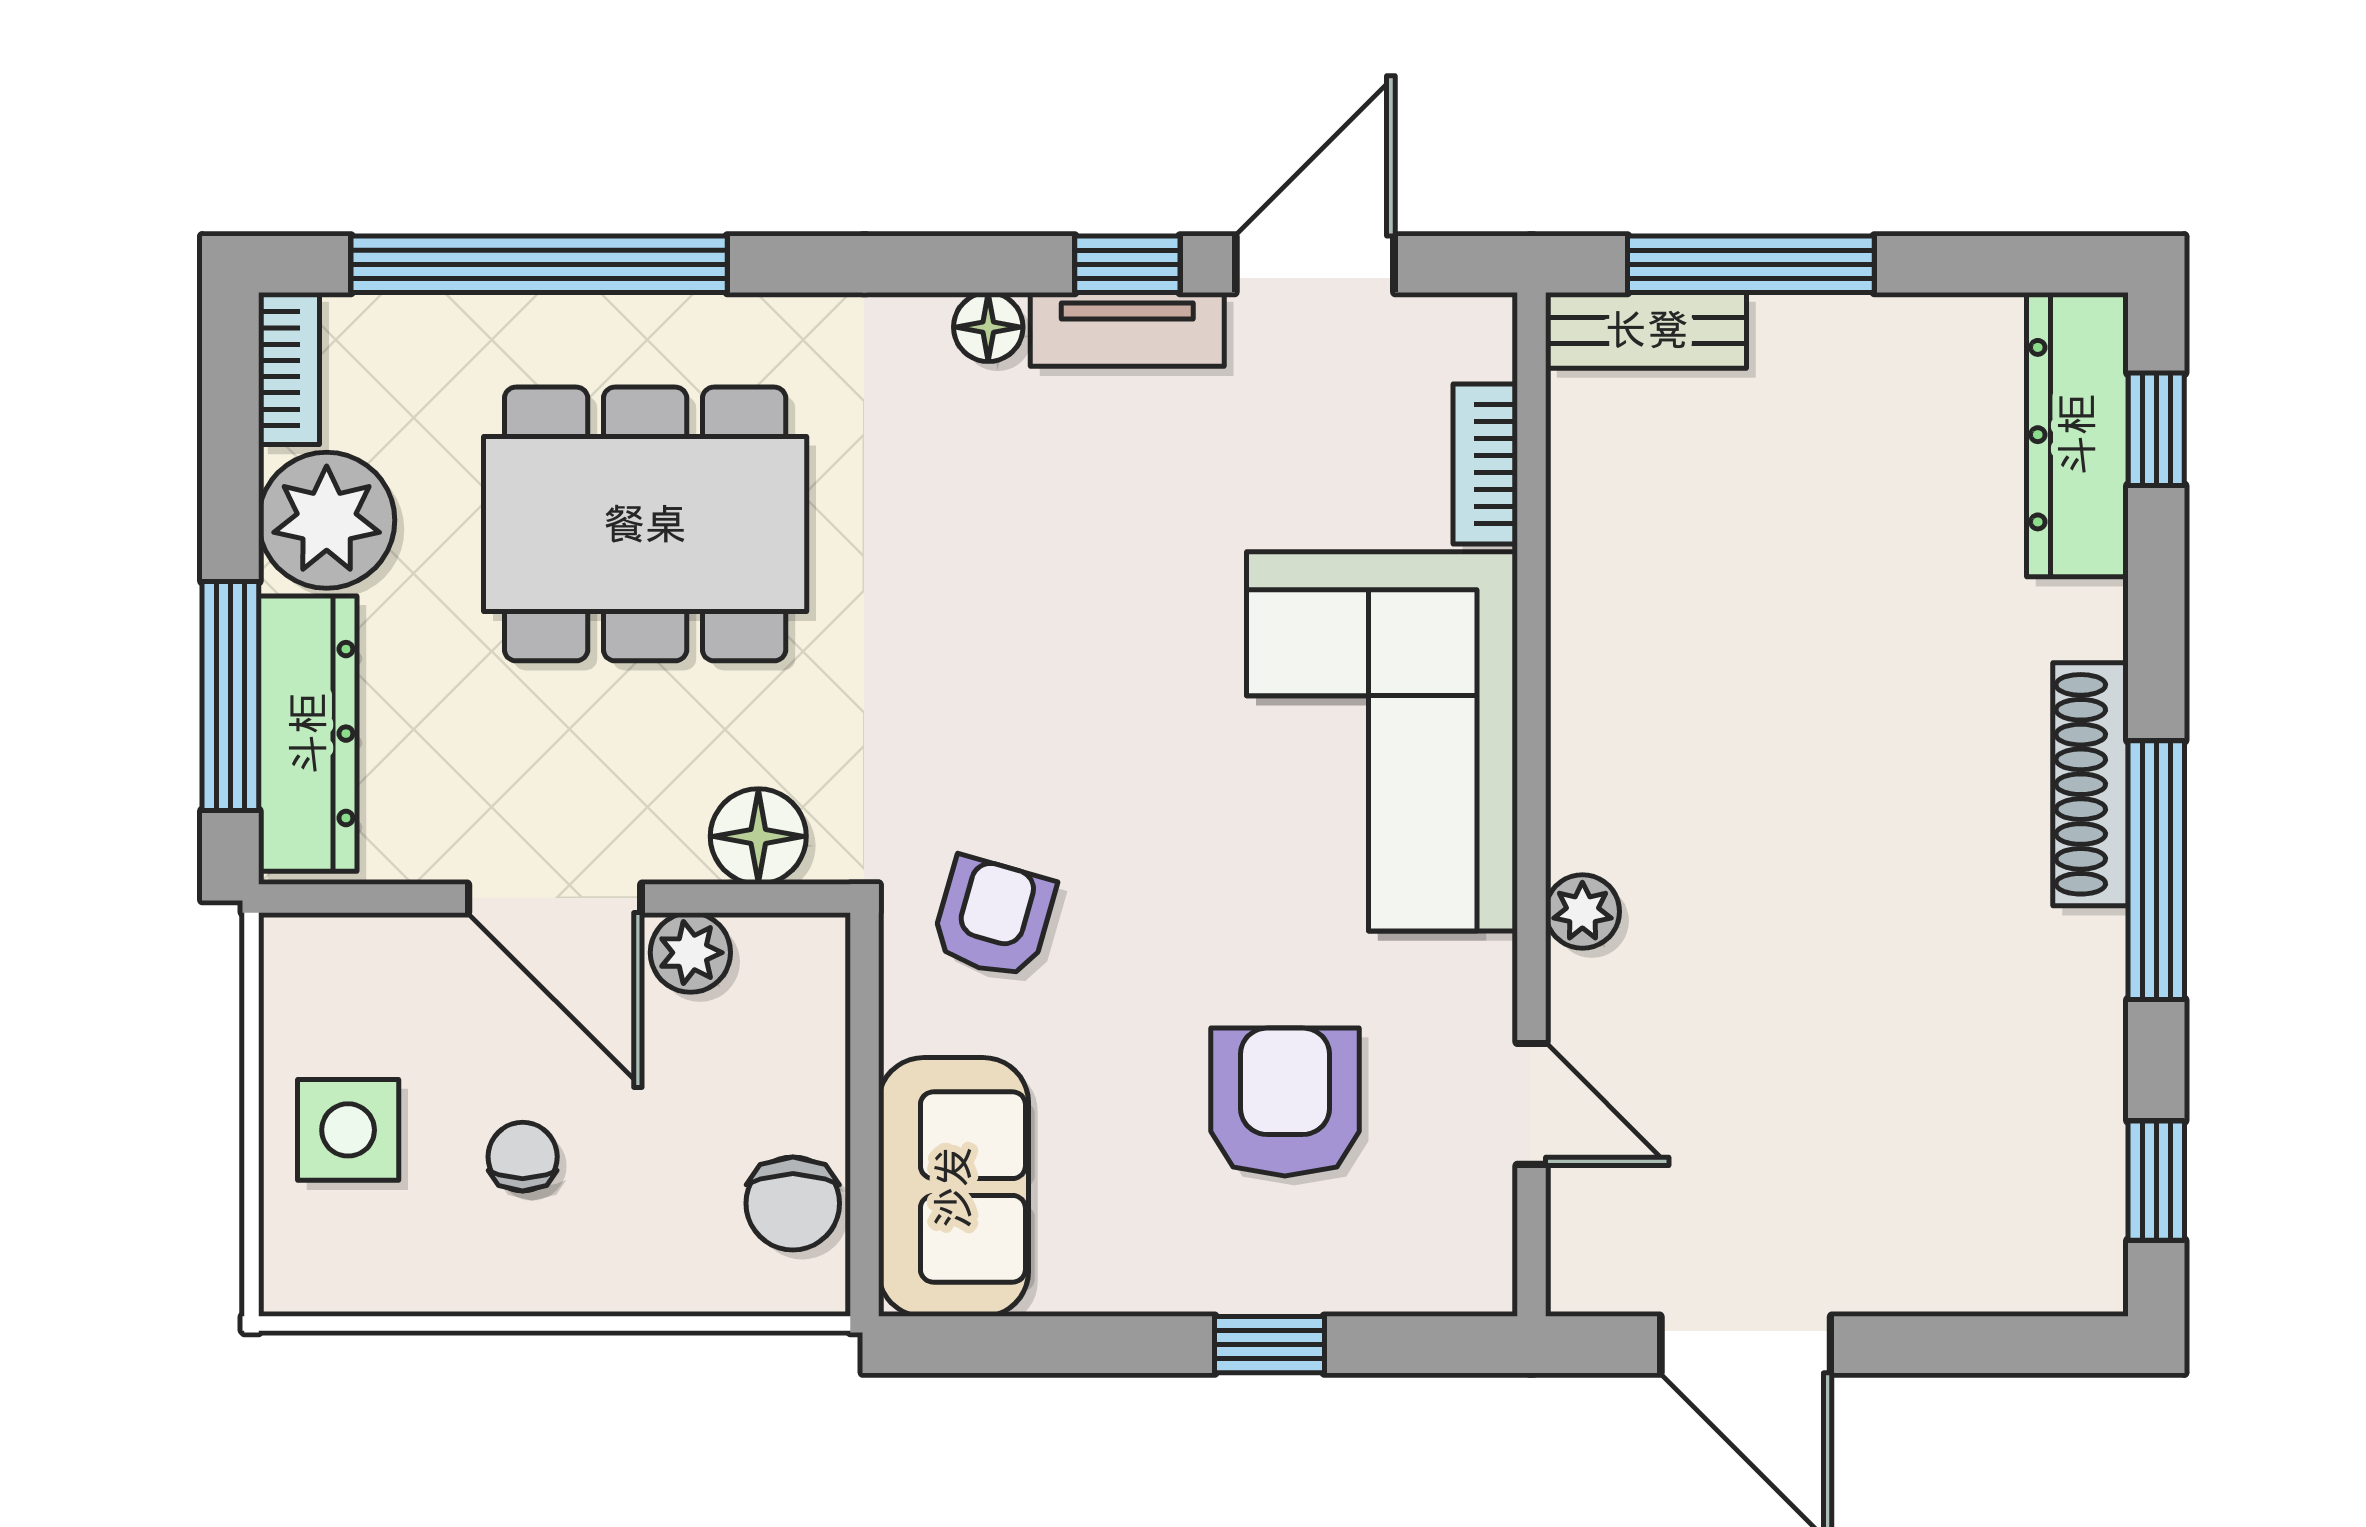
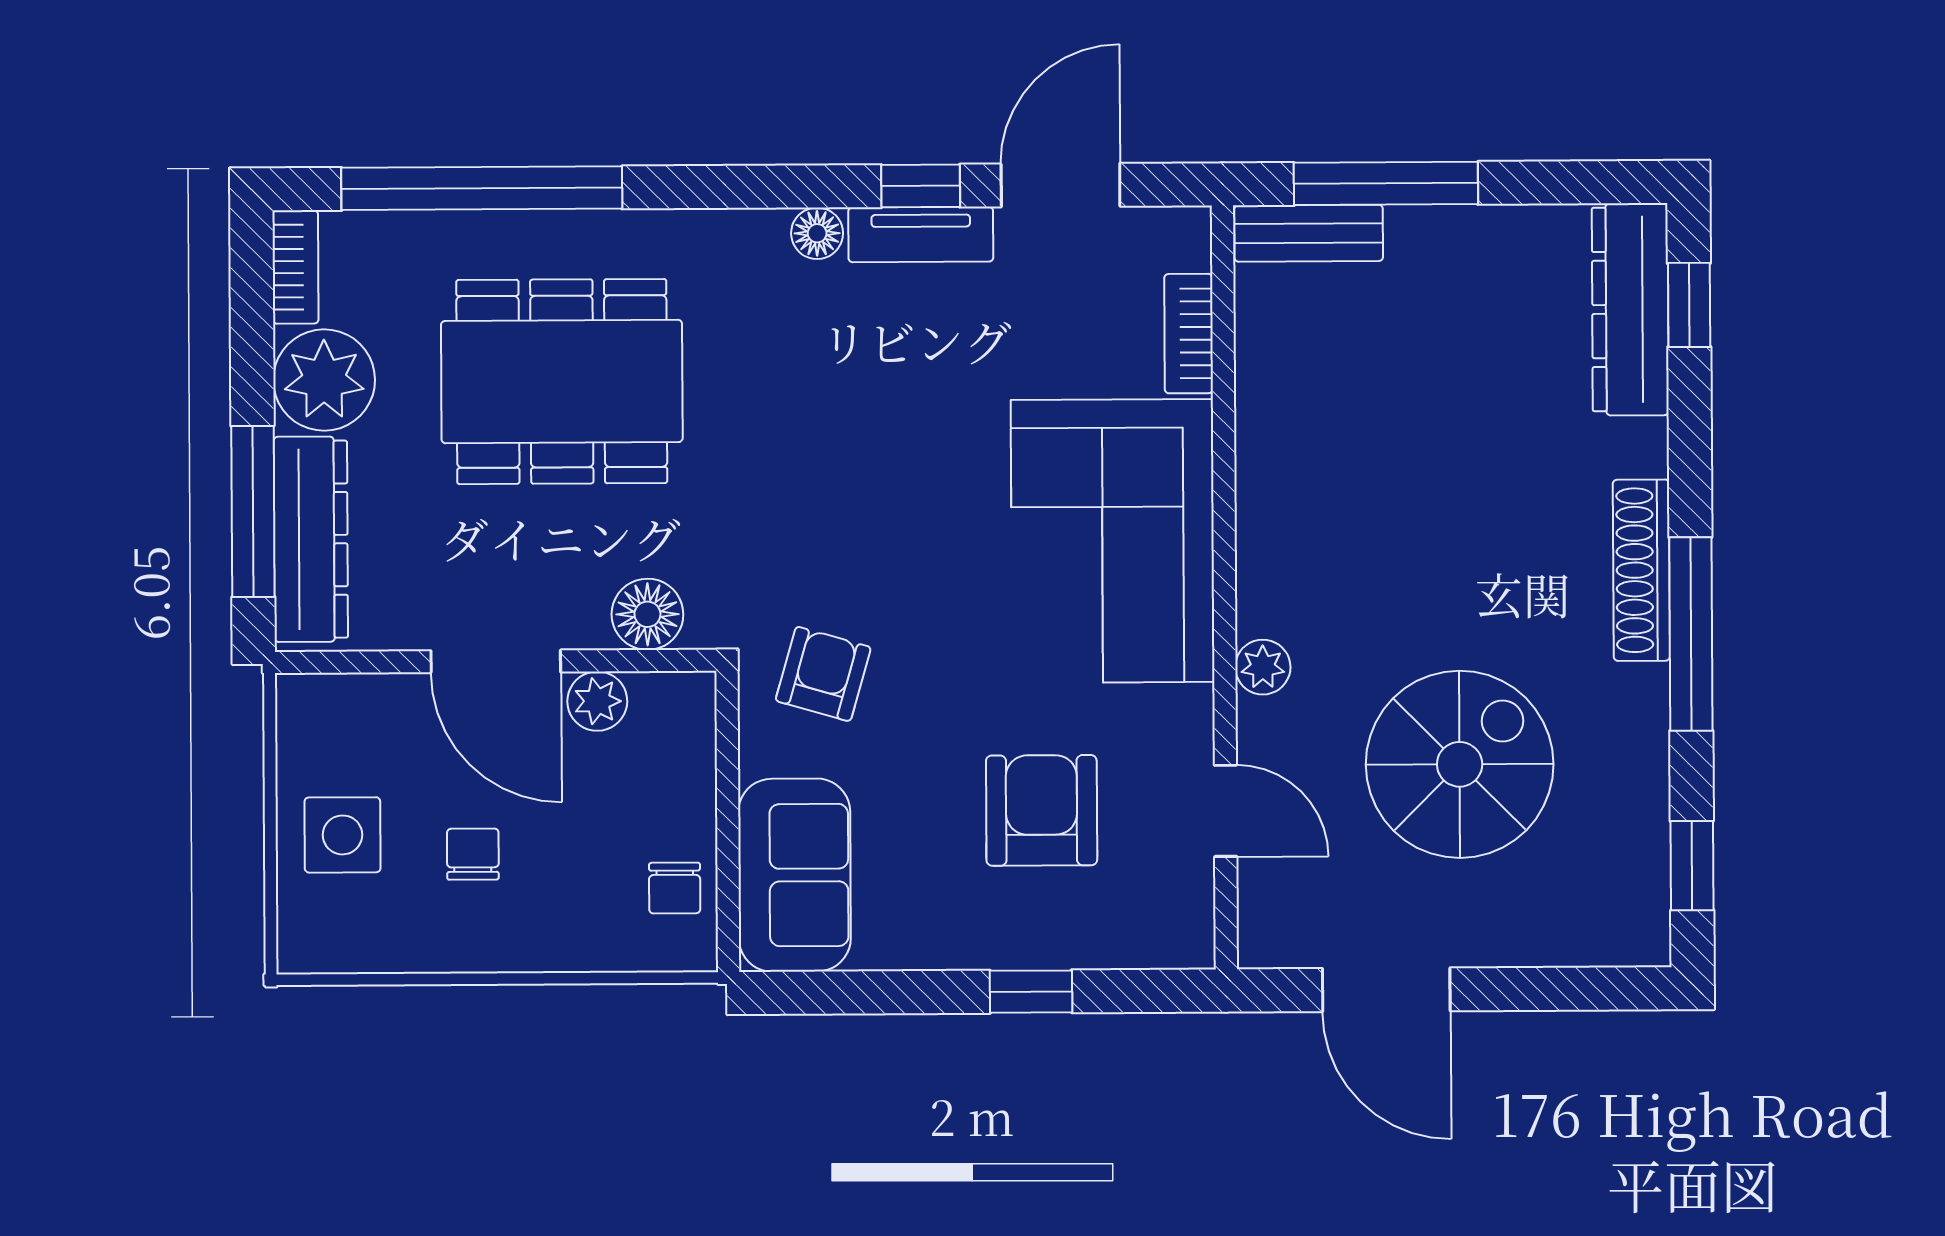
spiral stairs: (1846, 1043) -> (1460, 764), added
chair: (793, 1203) -> (675, 888), width x0.73, depth x0.73

